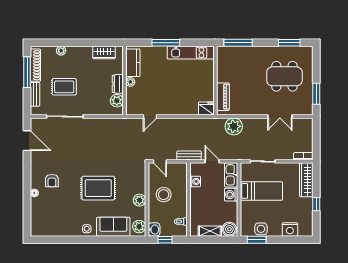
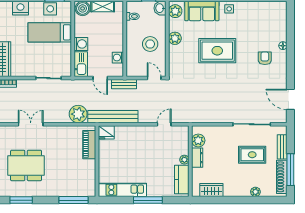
bench: (200, 124) -> (113, 117), added
bed: (261, 191) -> (50, 32), moved

